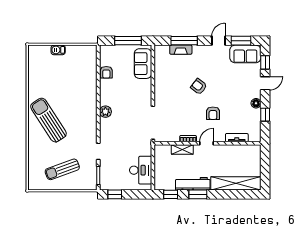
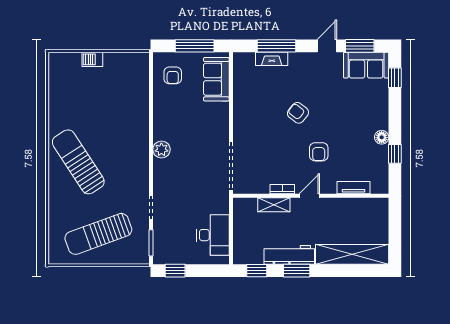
armchair: (106, 72) -> (173, 75), moved
door: (265, 83) -> (395, 108), removed
sun lounger: (62, 169) -> (98, 234), width x1.36, depth x1.34

